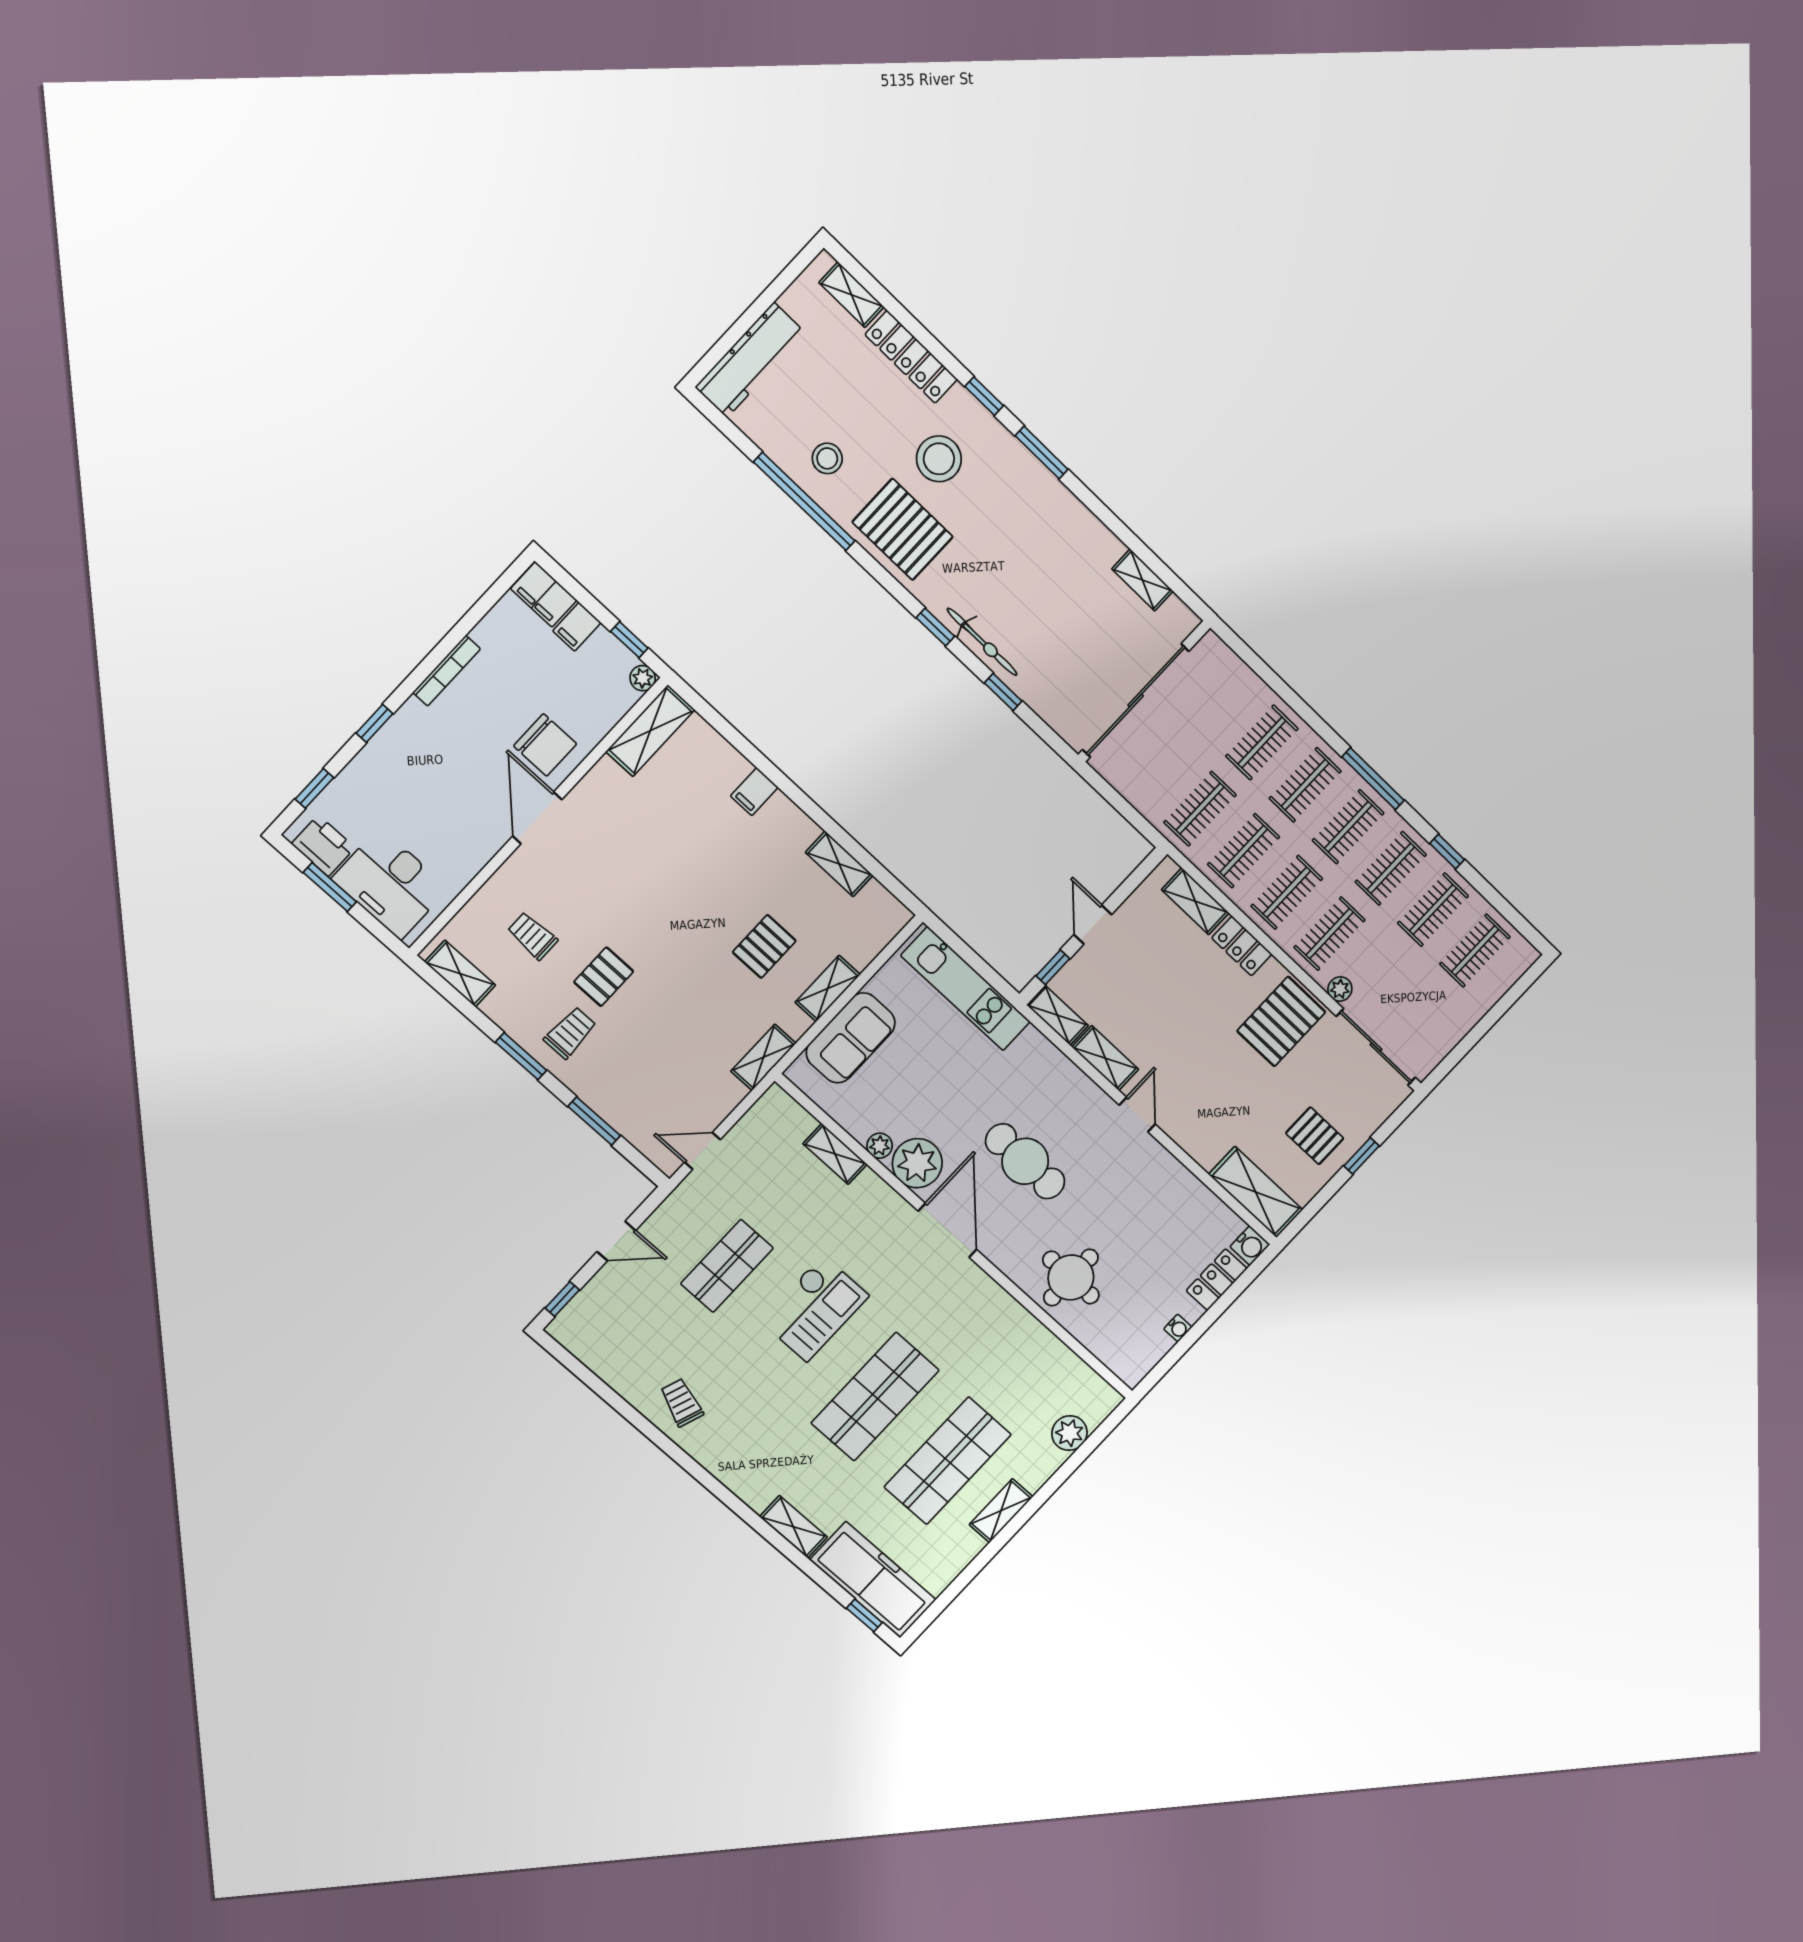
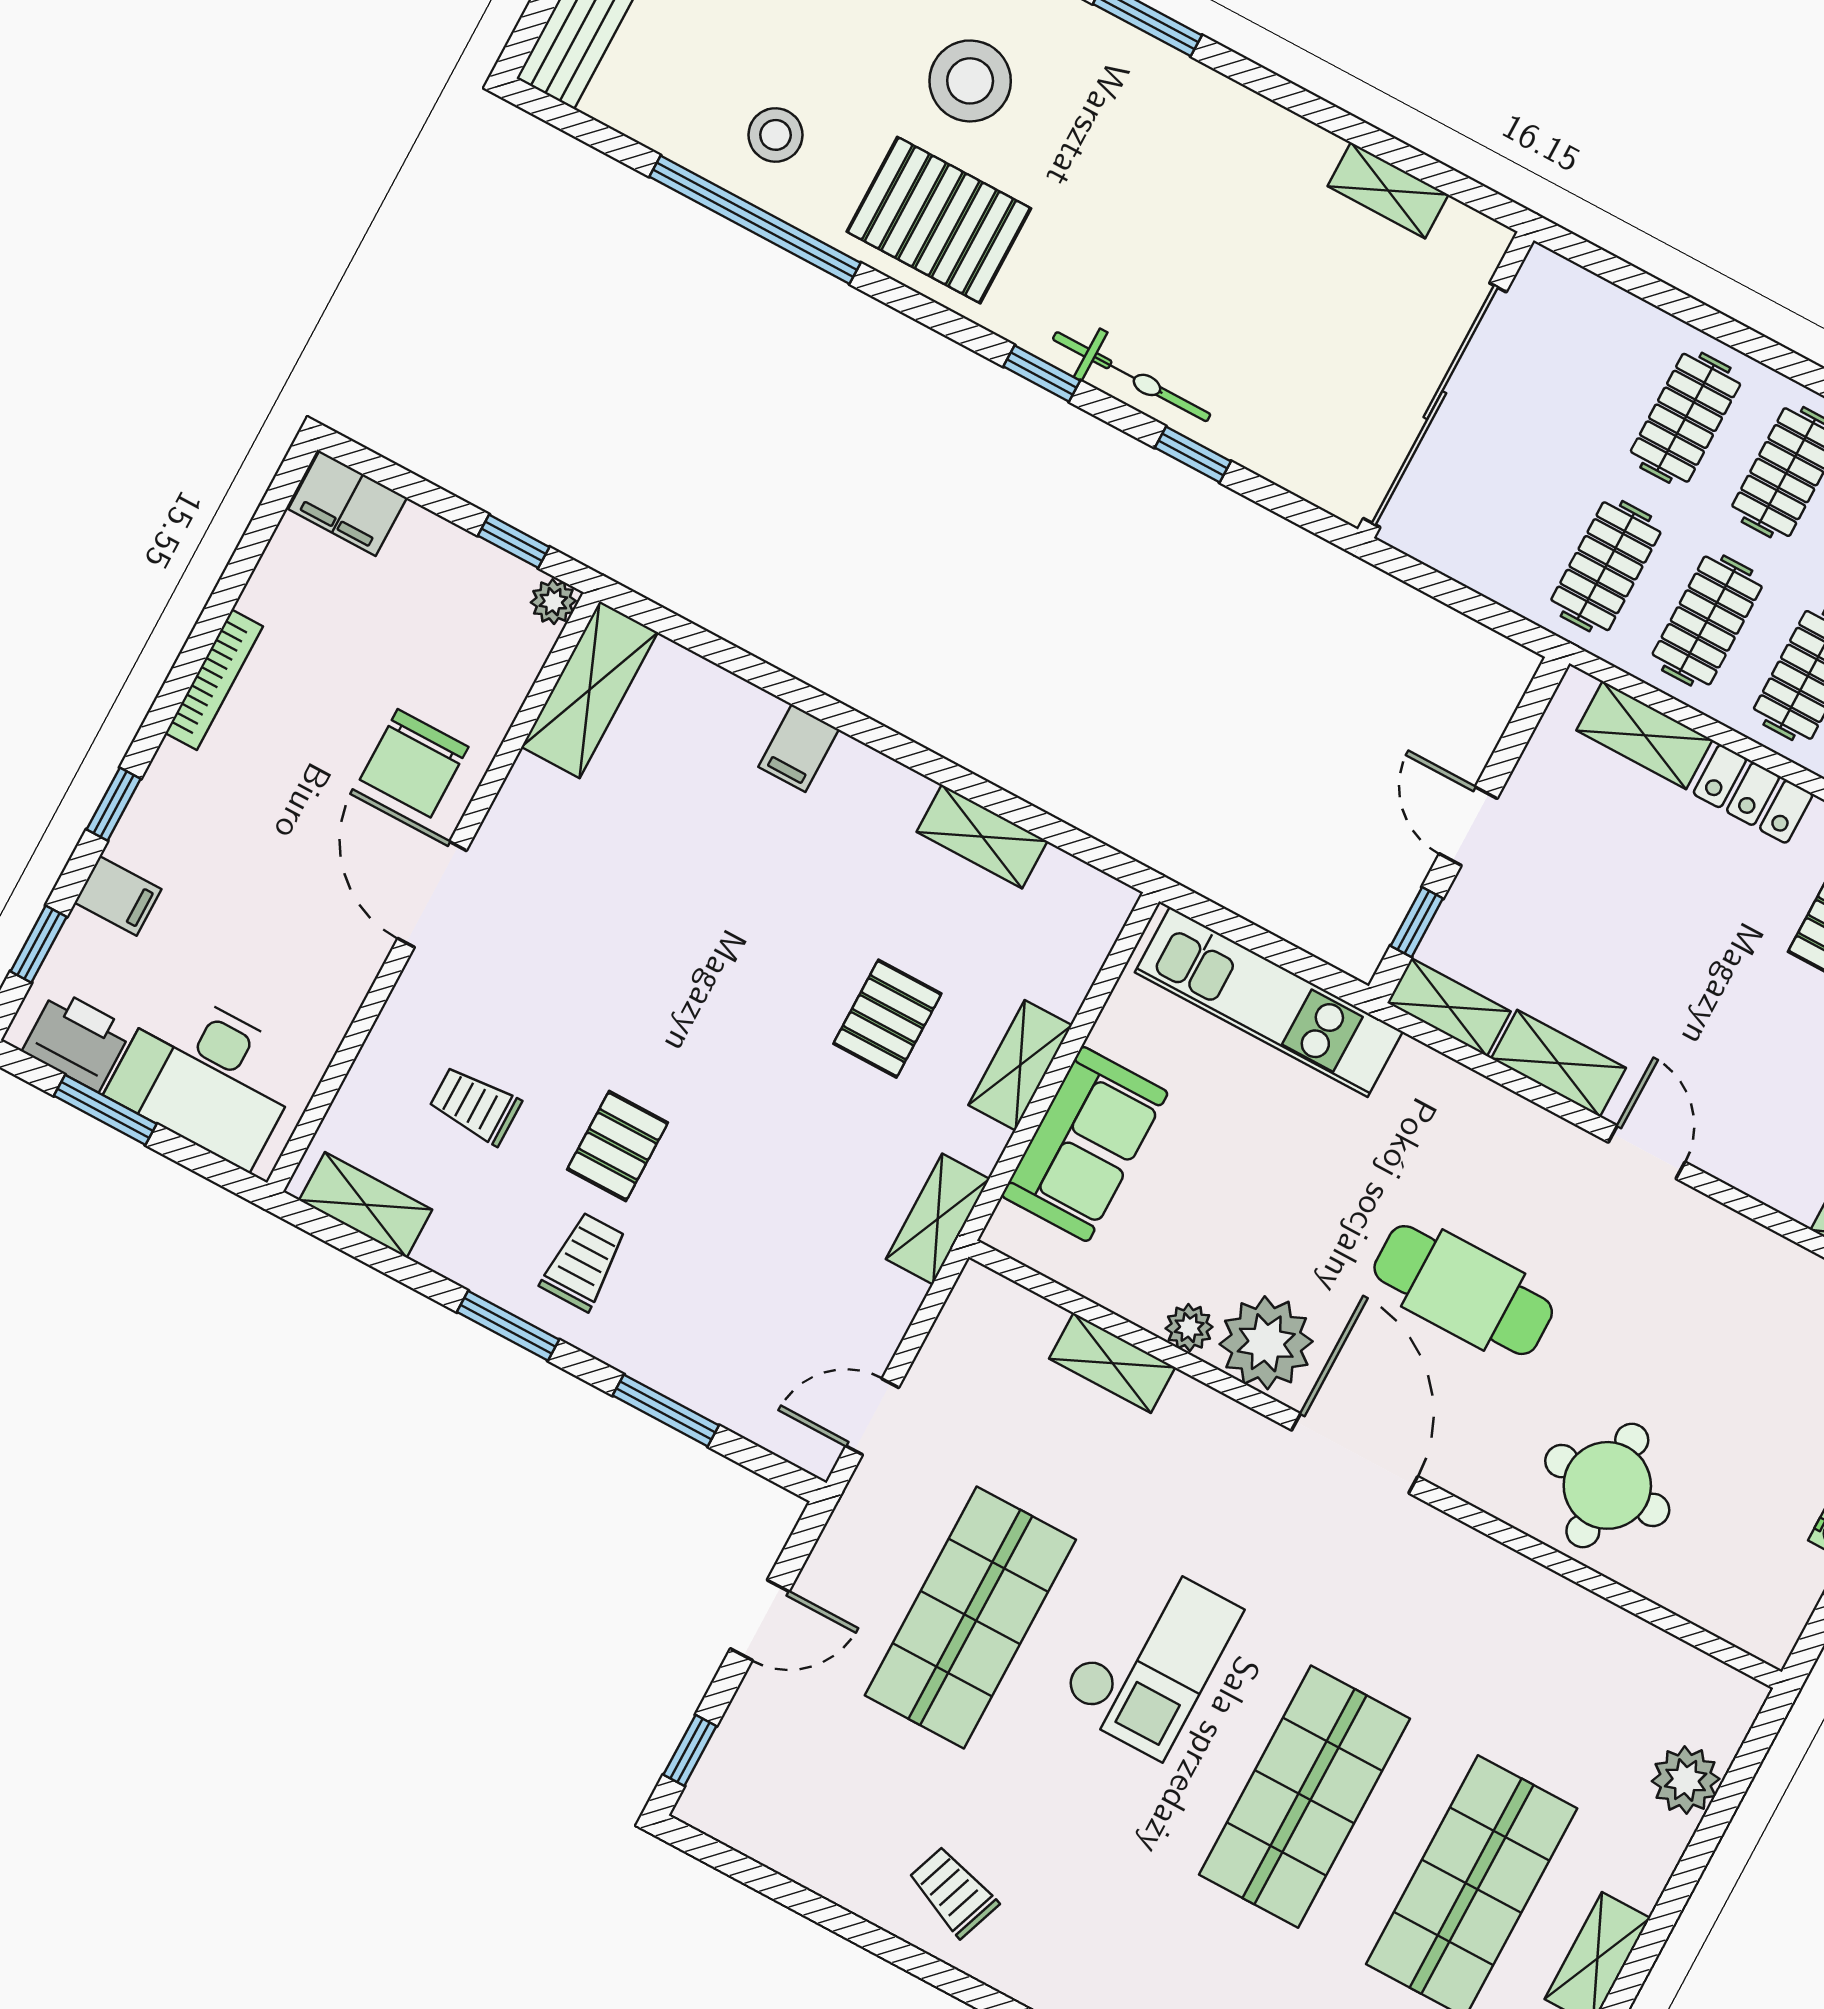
filing cabinet: (577, 627) -> (118, 896), moved, turned -90
chair: (545, 745) -> (414, 763), turned 90
shop shelf: (727, 1266) -> (970, 1617), width x1.43, depth x1.36

